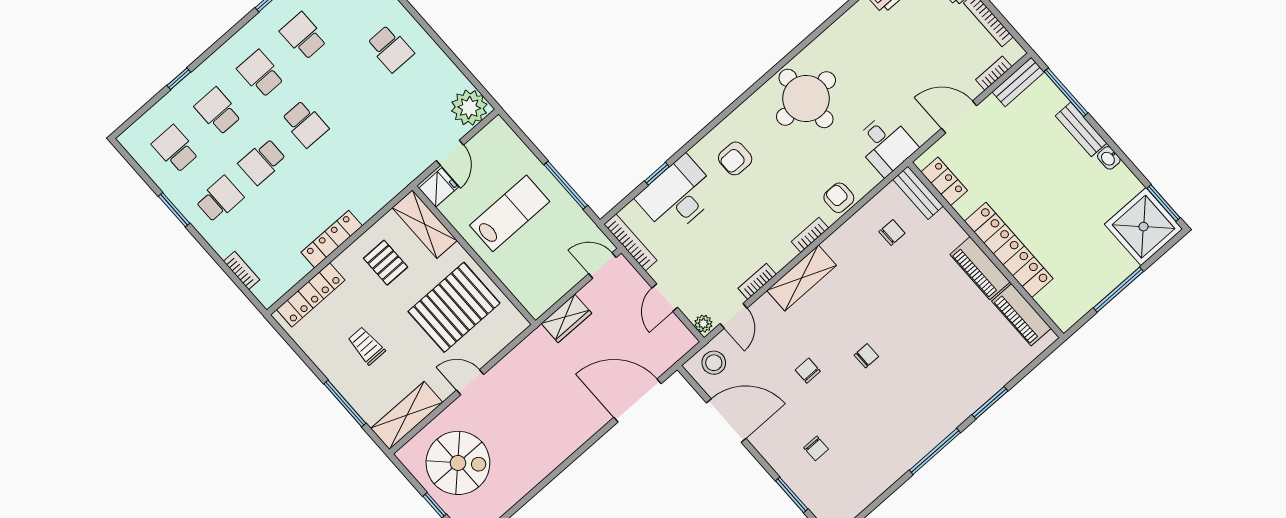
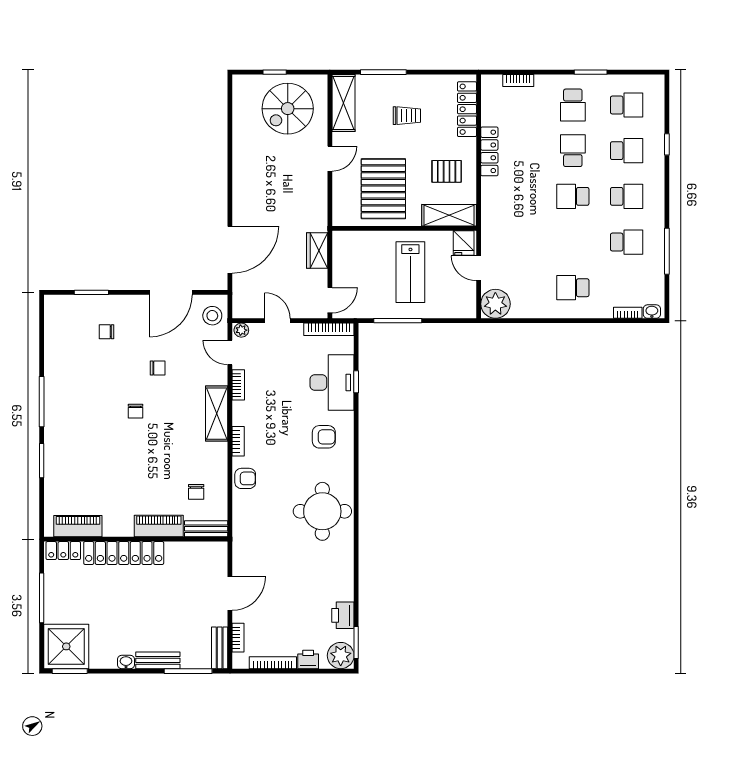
desk: (886, 144) -> (252, 535), removed
armchair: (735, 158) -> (324, 437), turned 90
locker: (944, 181) -> (63, 551), moved
piano: (980, 268) -> (159, 526), moved

